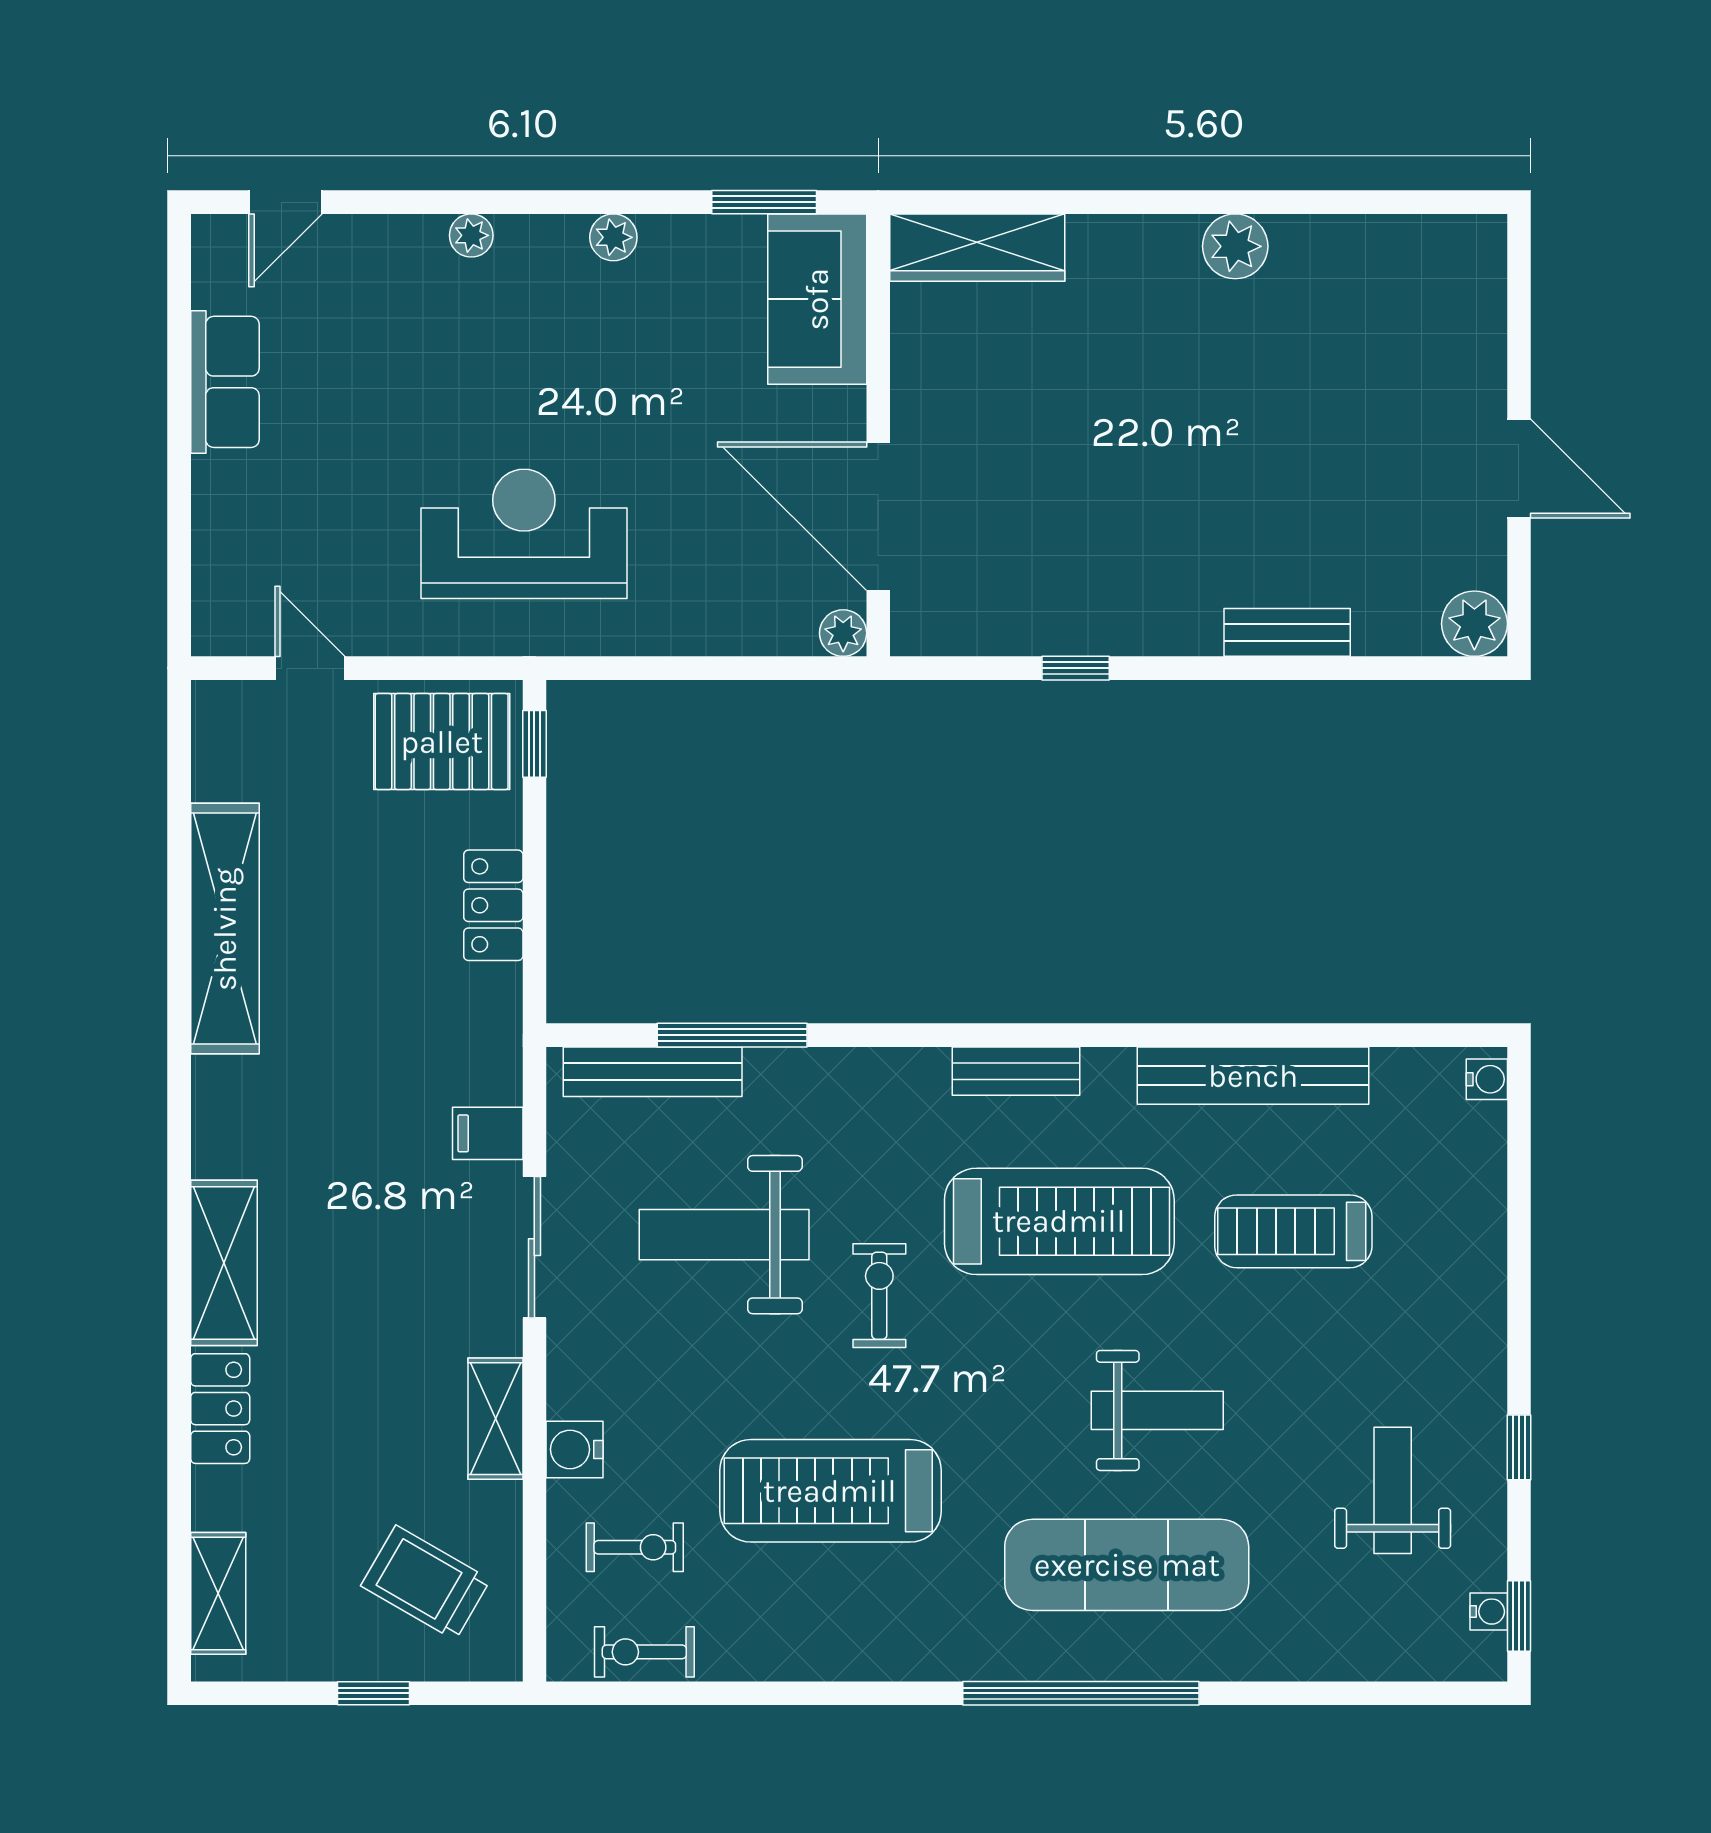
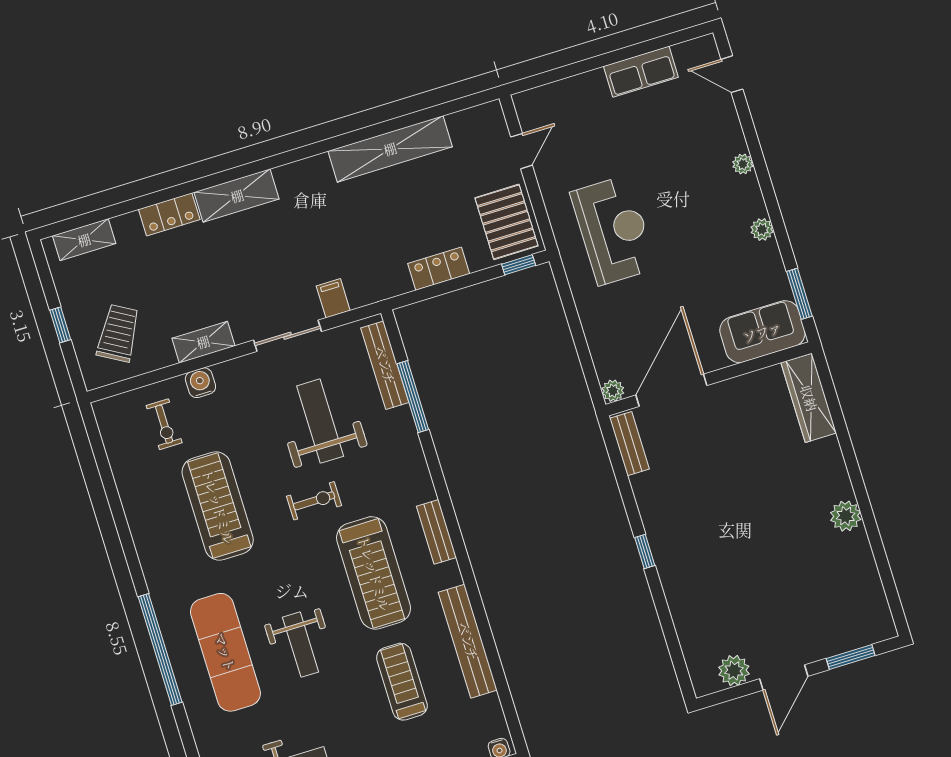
window: (1519, 323) -> (851, 657), added
plant: (1474, 624) -> (734, 671), moved
bench: (1287, 632) -> (629, 444), moved
window: (1076, 668) -> (645, 552), moved
exercise bike: (644, 1652) -> (117, 443), removed

